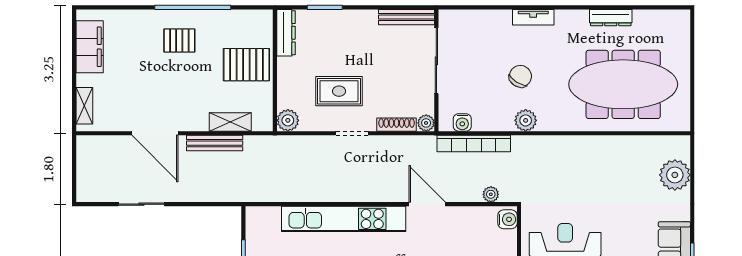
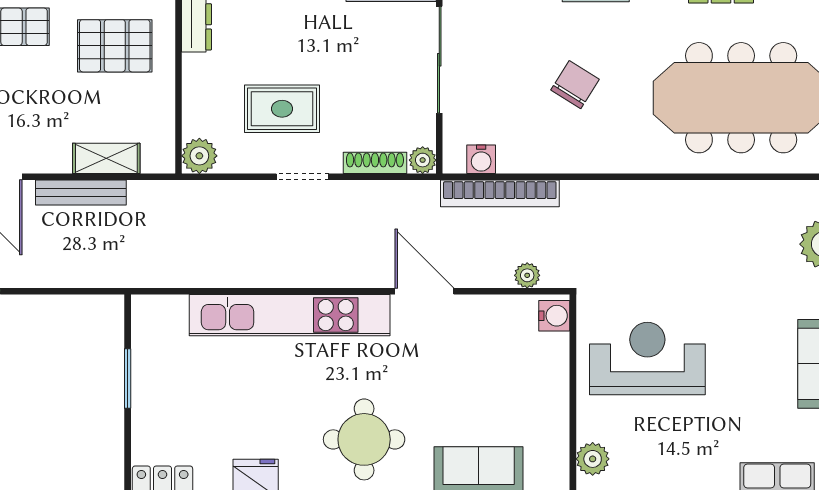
pallet: (246, 65) -> (115, 46), moved
plant: (526, 120) -> (584, 156), removed

